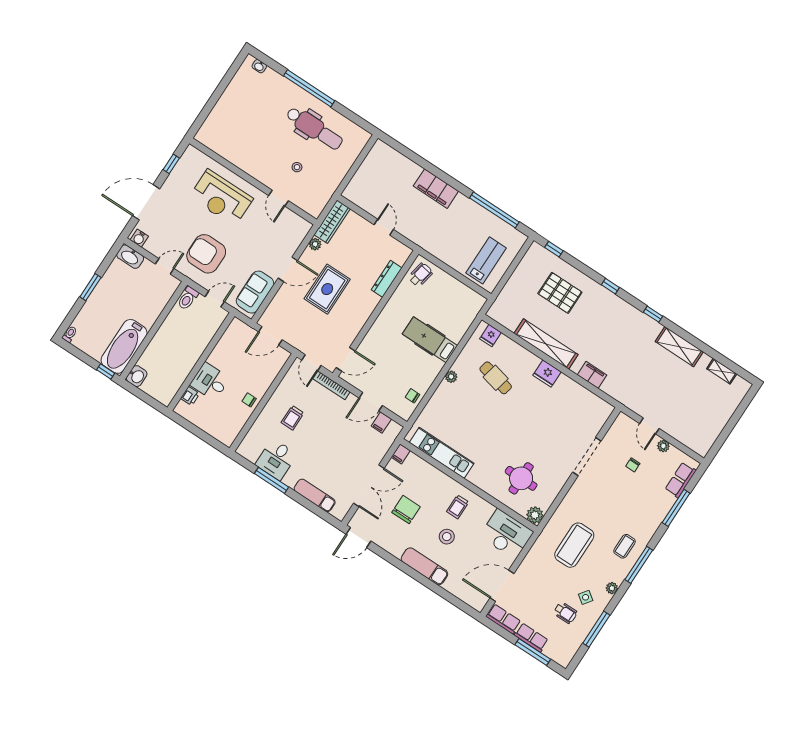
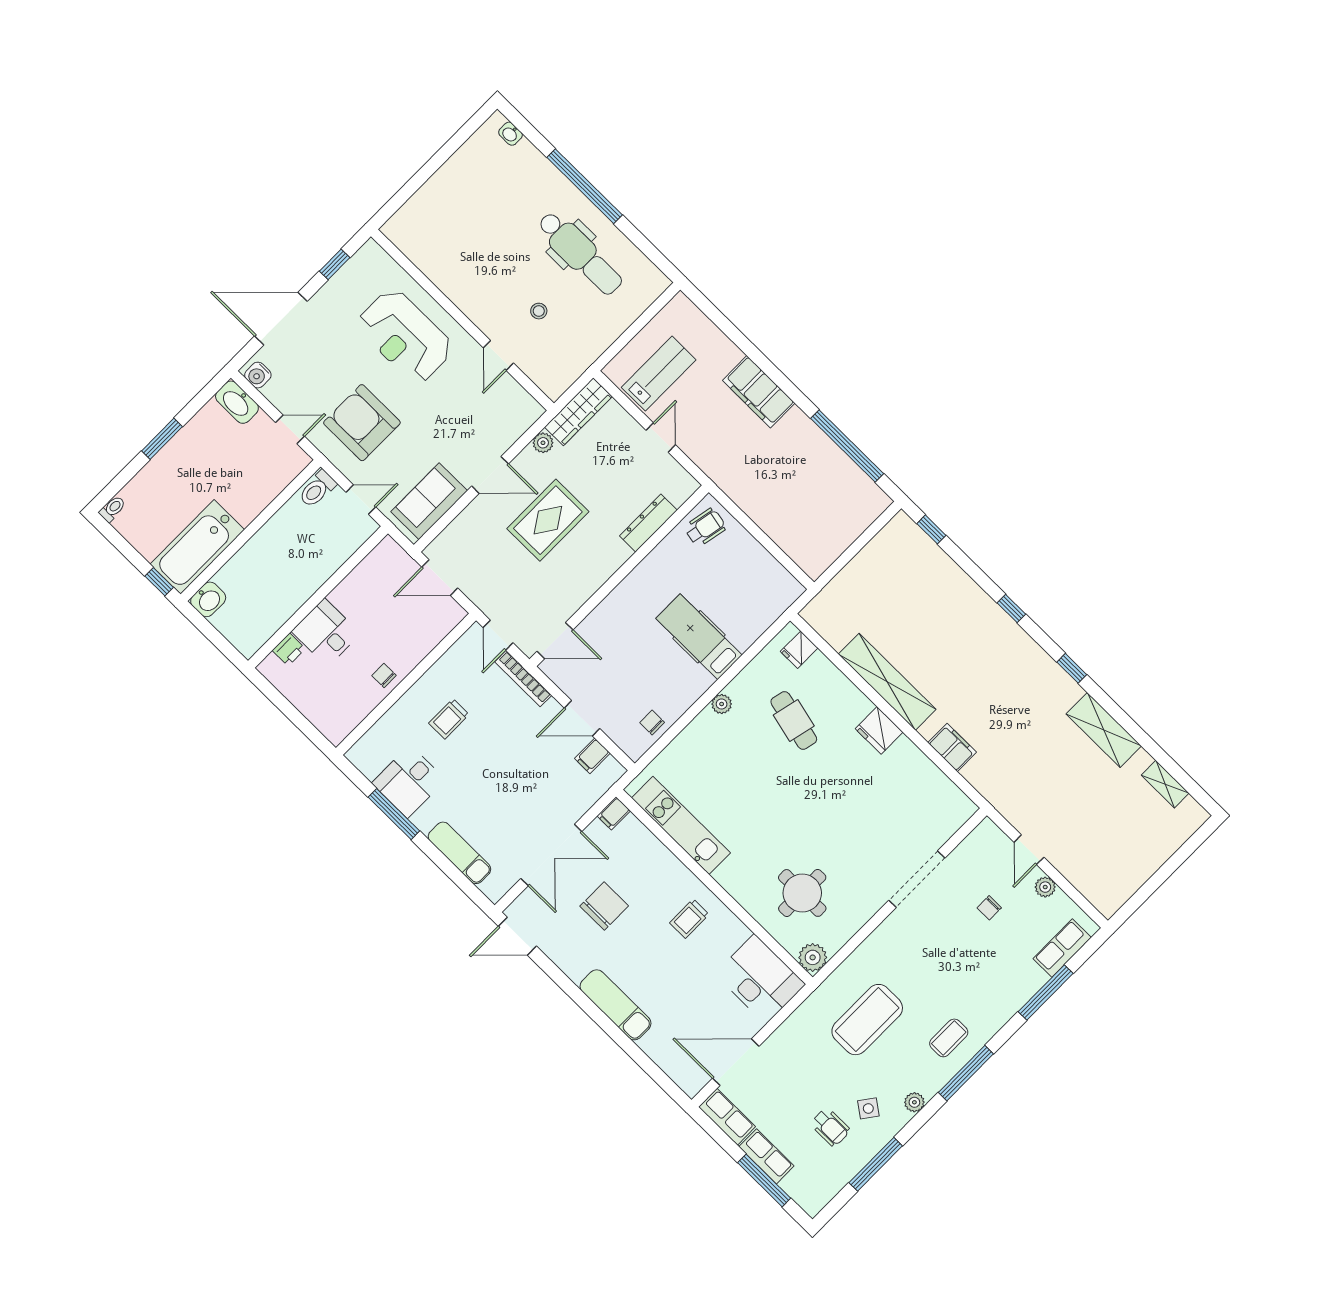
lab bench: (486, 260) -> (659, 374), moved
pallet: (560, 293) -> (927, 603), removed
stool: (447, 537) -> (662, 964), removed

